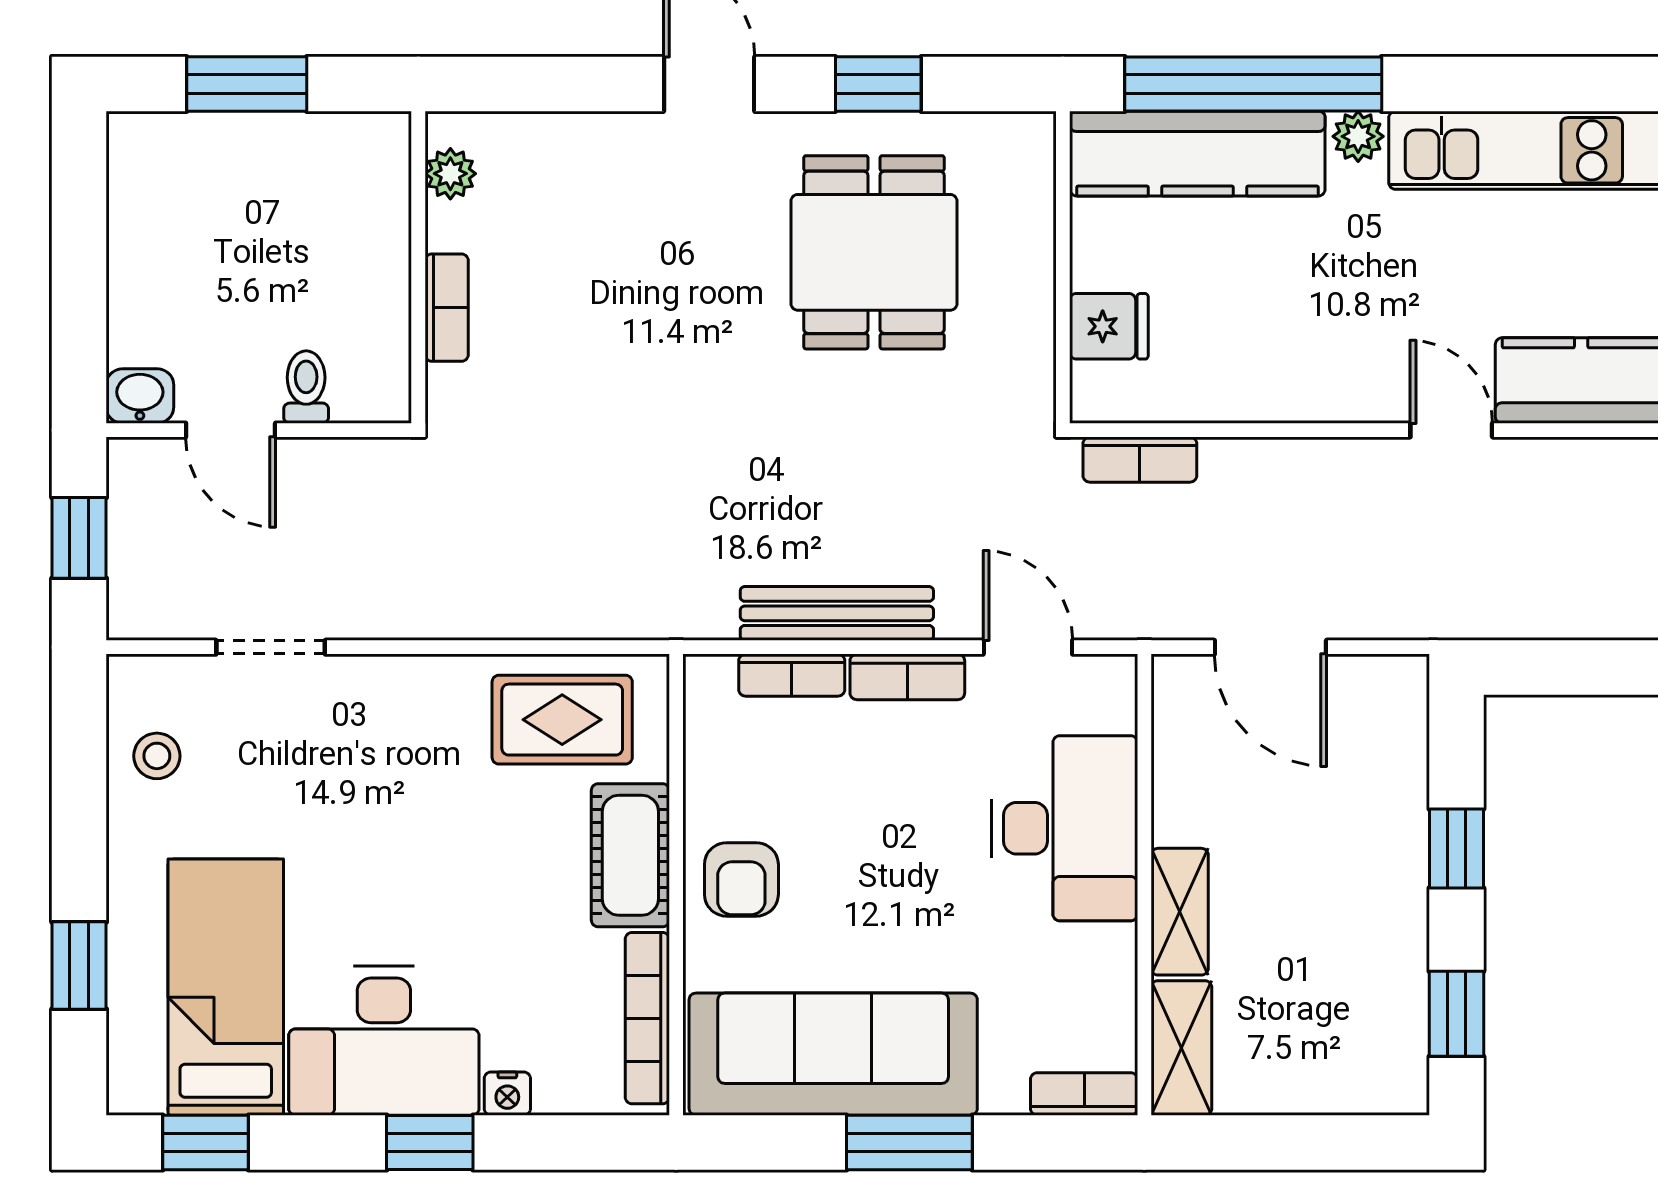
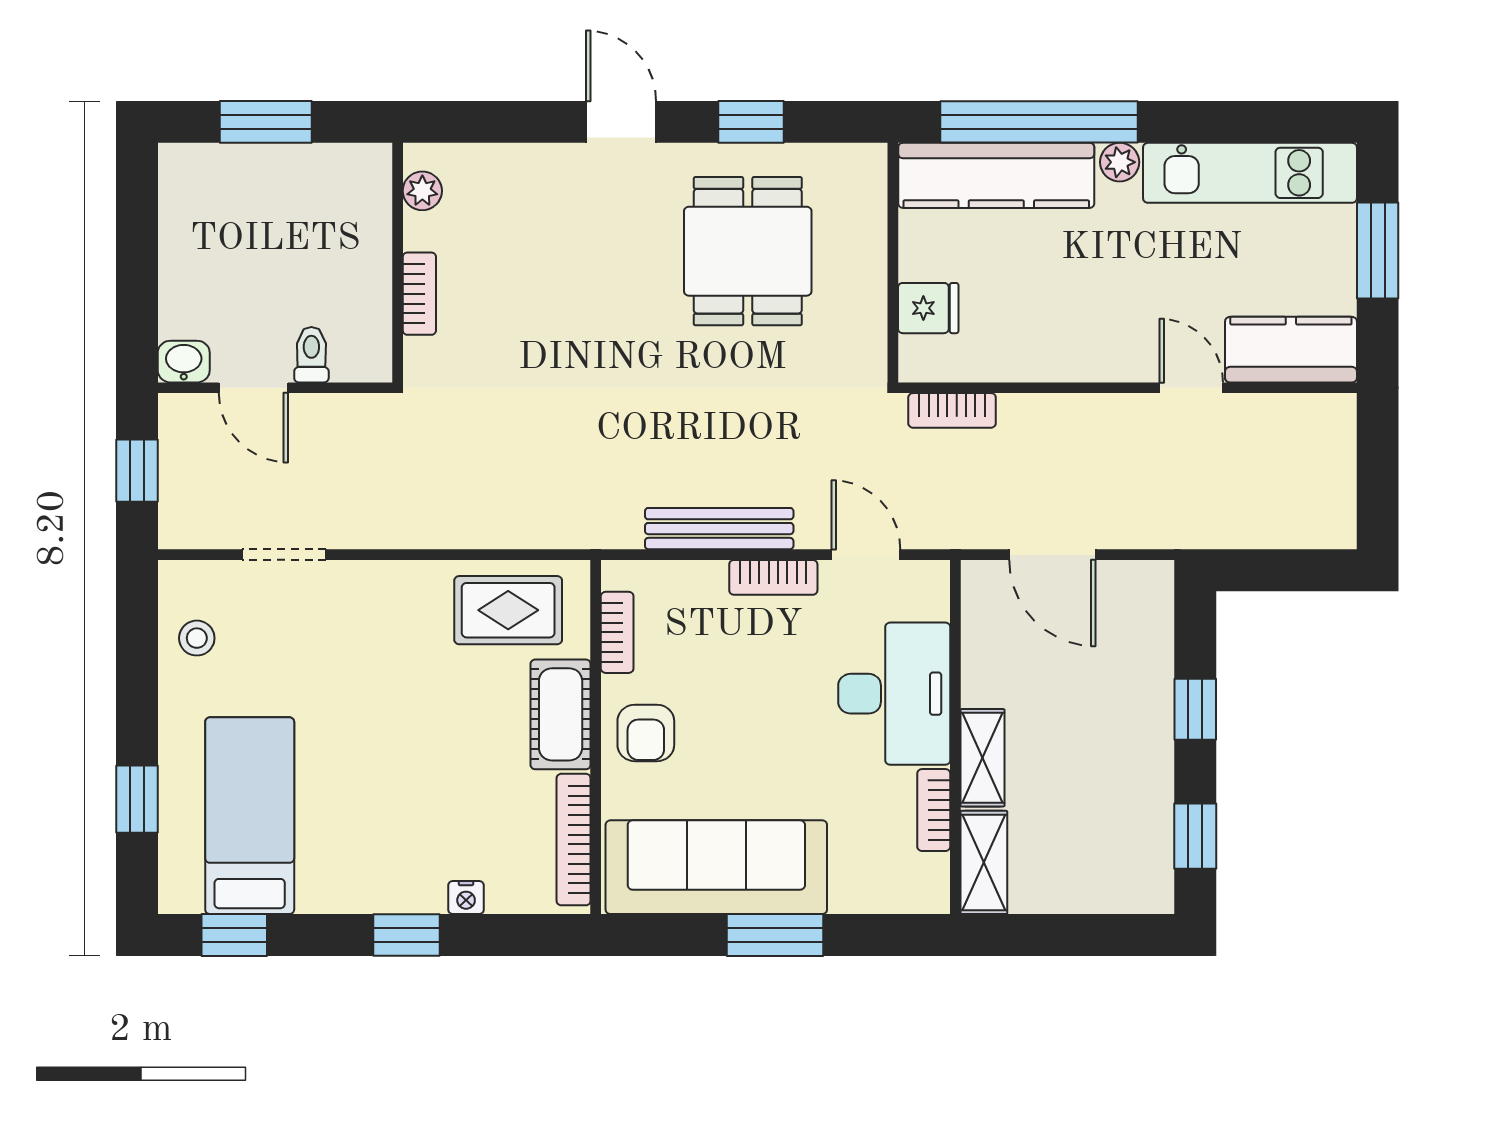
bookcase: (792, 675) -> (617, 632), moved, turned -90
desk: (384, 1041) -> (371, 857), removed
bookcase: (1084, 1094) -> (934, 810), moved, turned -90

